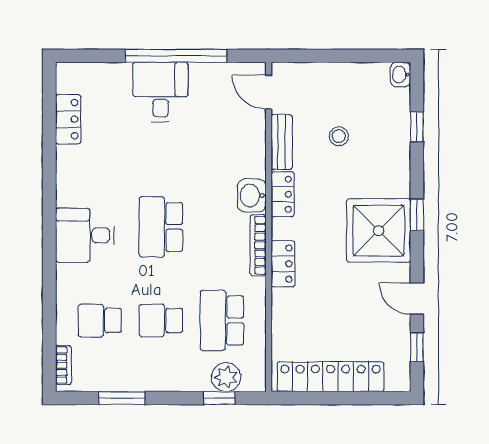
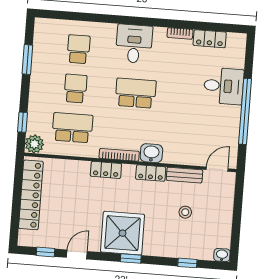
desk: (160, 92) -> (224, 86), moved
bookcase: (63, 365) -> (180, 33), moved
plant: (226, 377) -> (34, 144), moved

